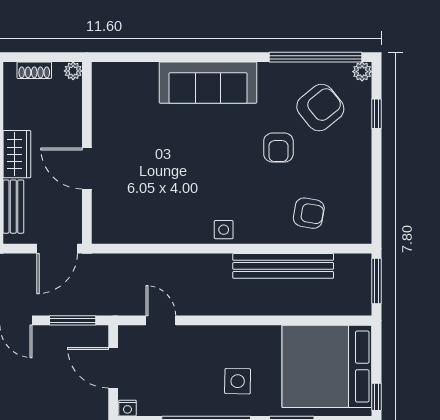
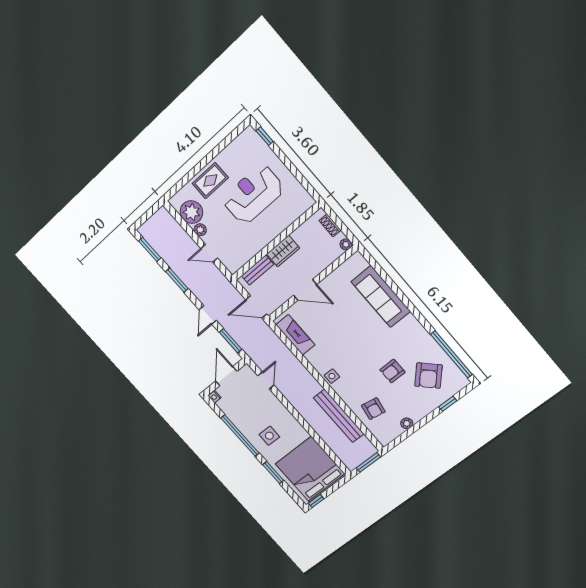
plant: (362, 72) -> (407, 423), moved
sofa: (208, 83) -> (381, 297), moved
armchair: (320, 108) -> (428, 376), turned 83
door: (87, 169) -> (305, 290), swing flipped
fireplace: (133, 230) -> (295, 335), added

